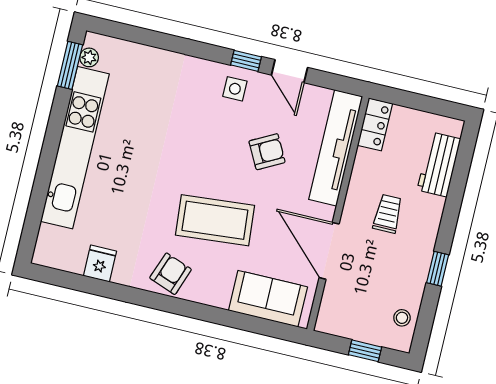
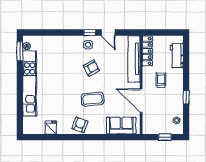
locker: (375, 124) -> (147, 51), width x1.53
armchair: (267, 152) -> (91, 68), moved
coffee table: (215, 220) -> (93, 99), width x0.73, depth x0.76

